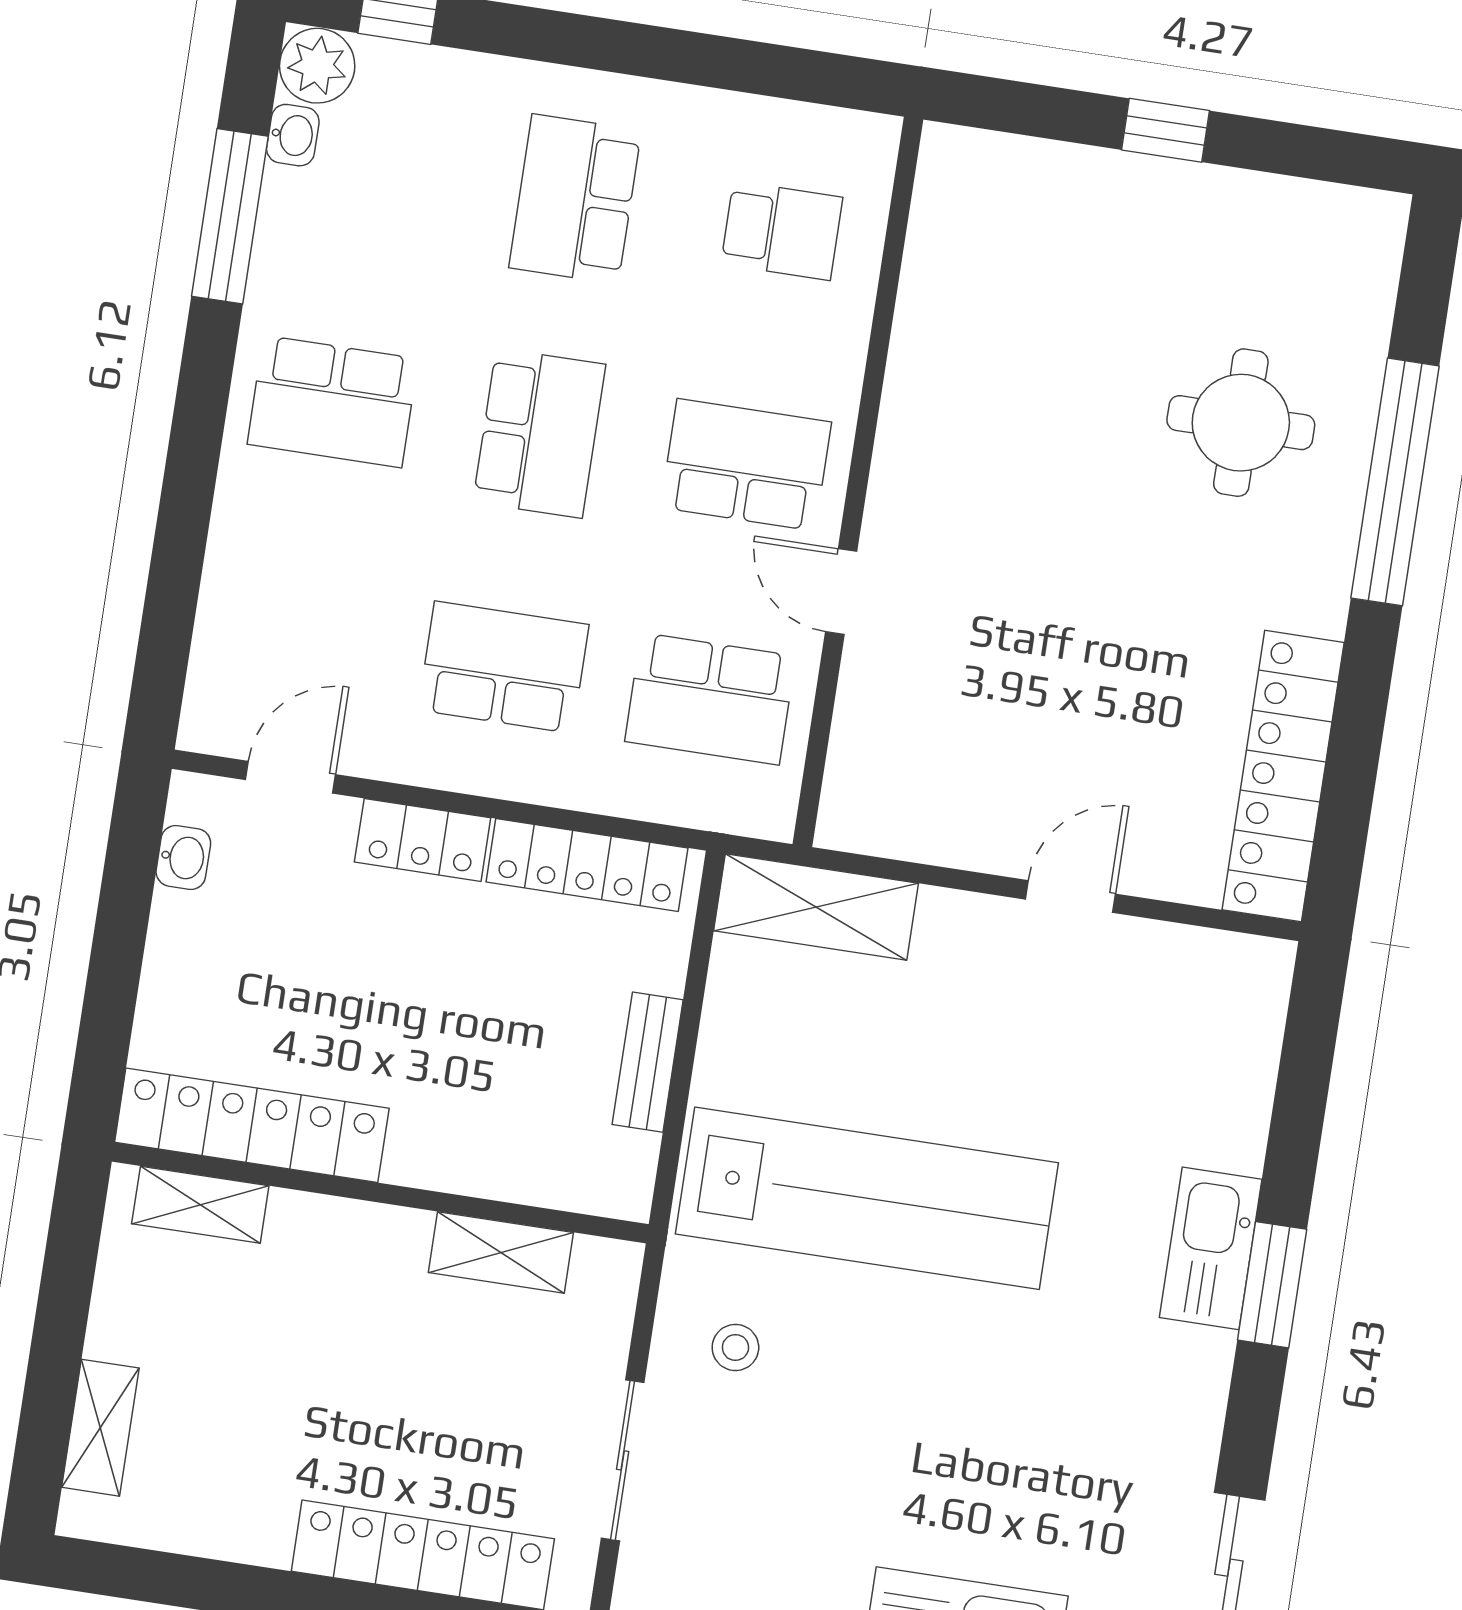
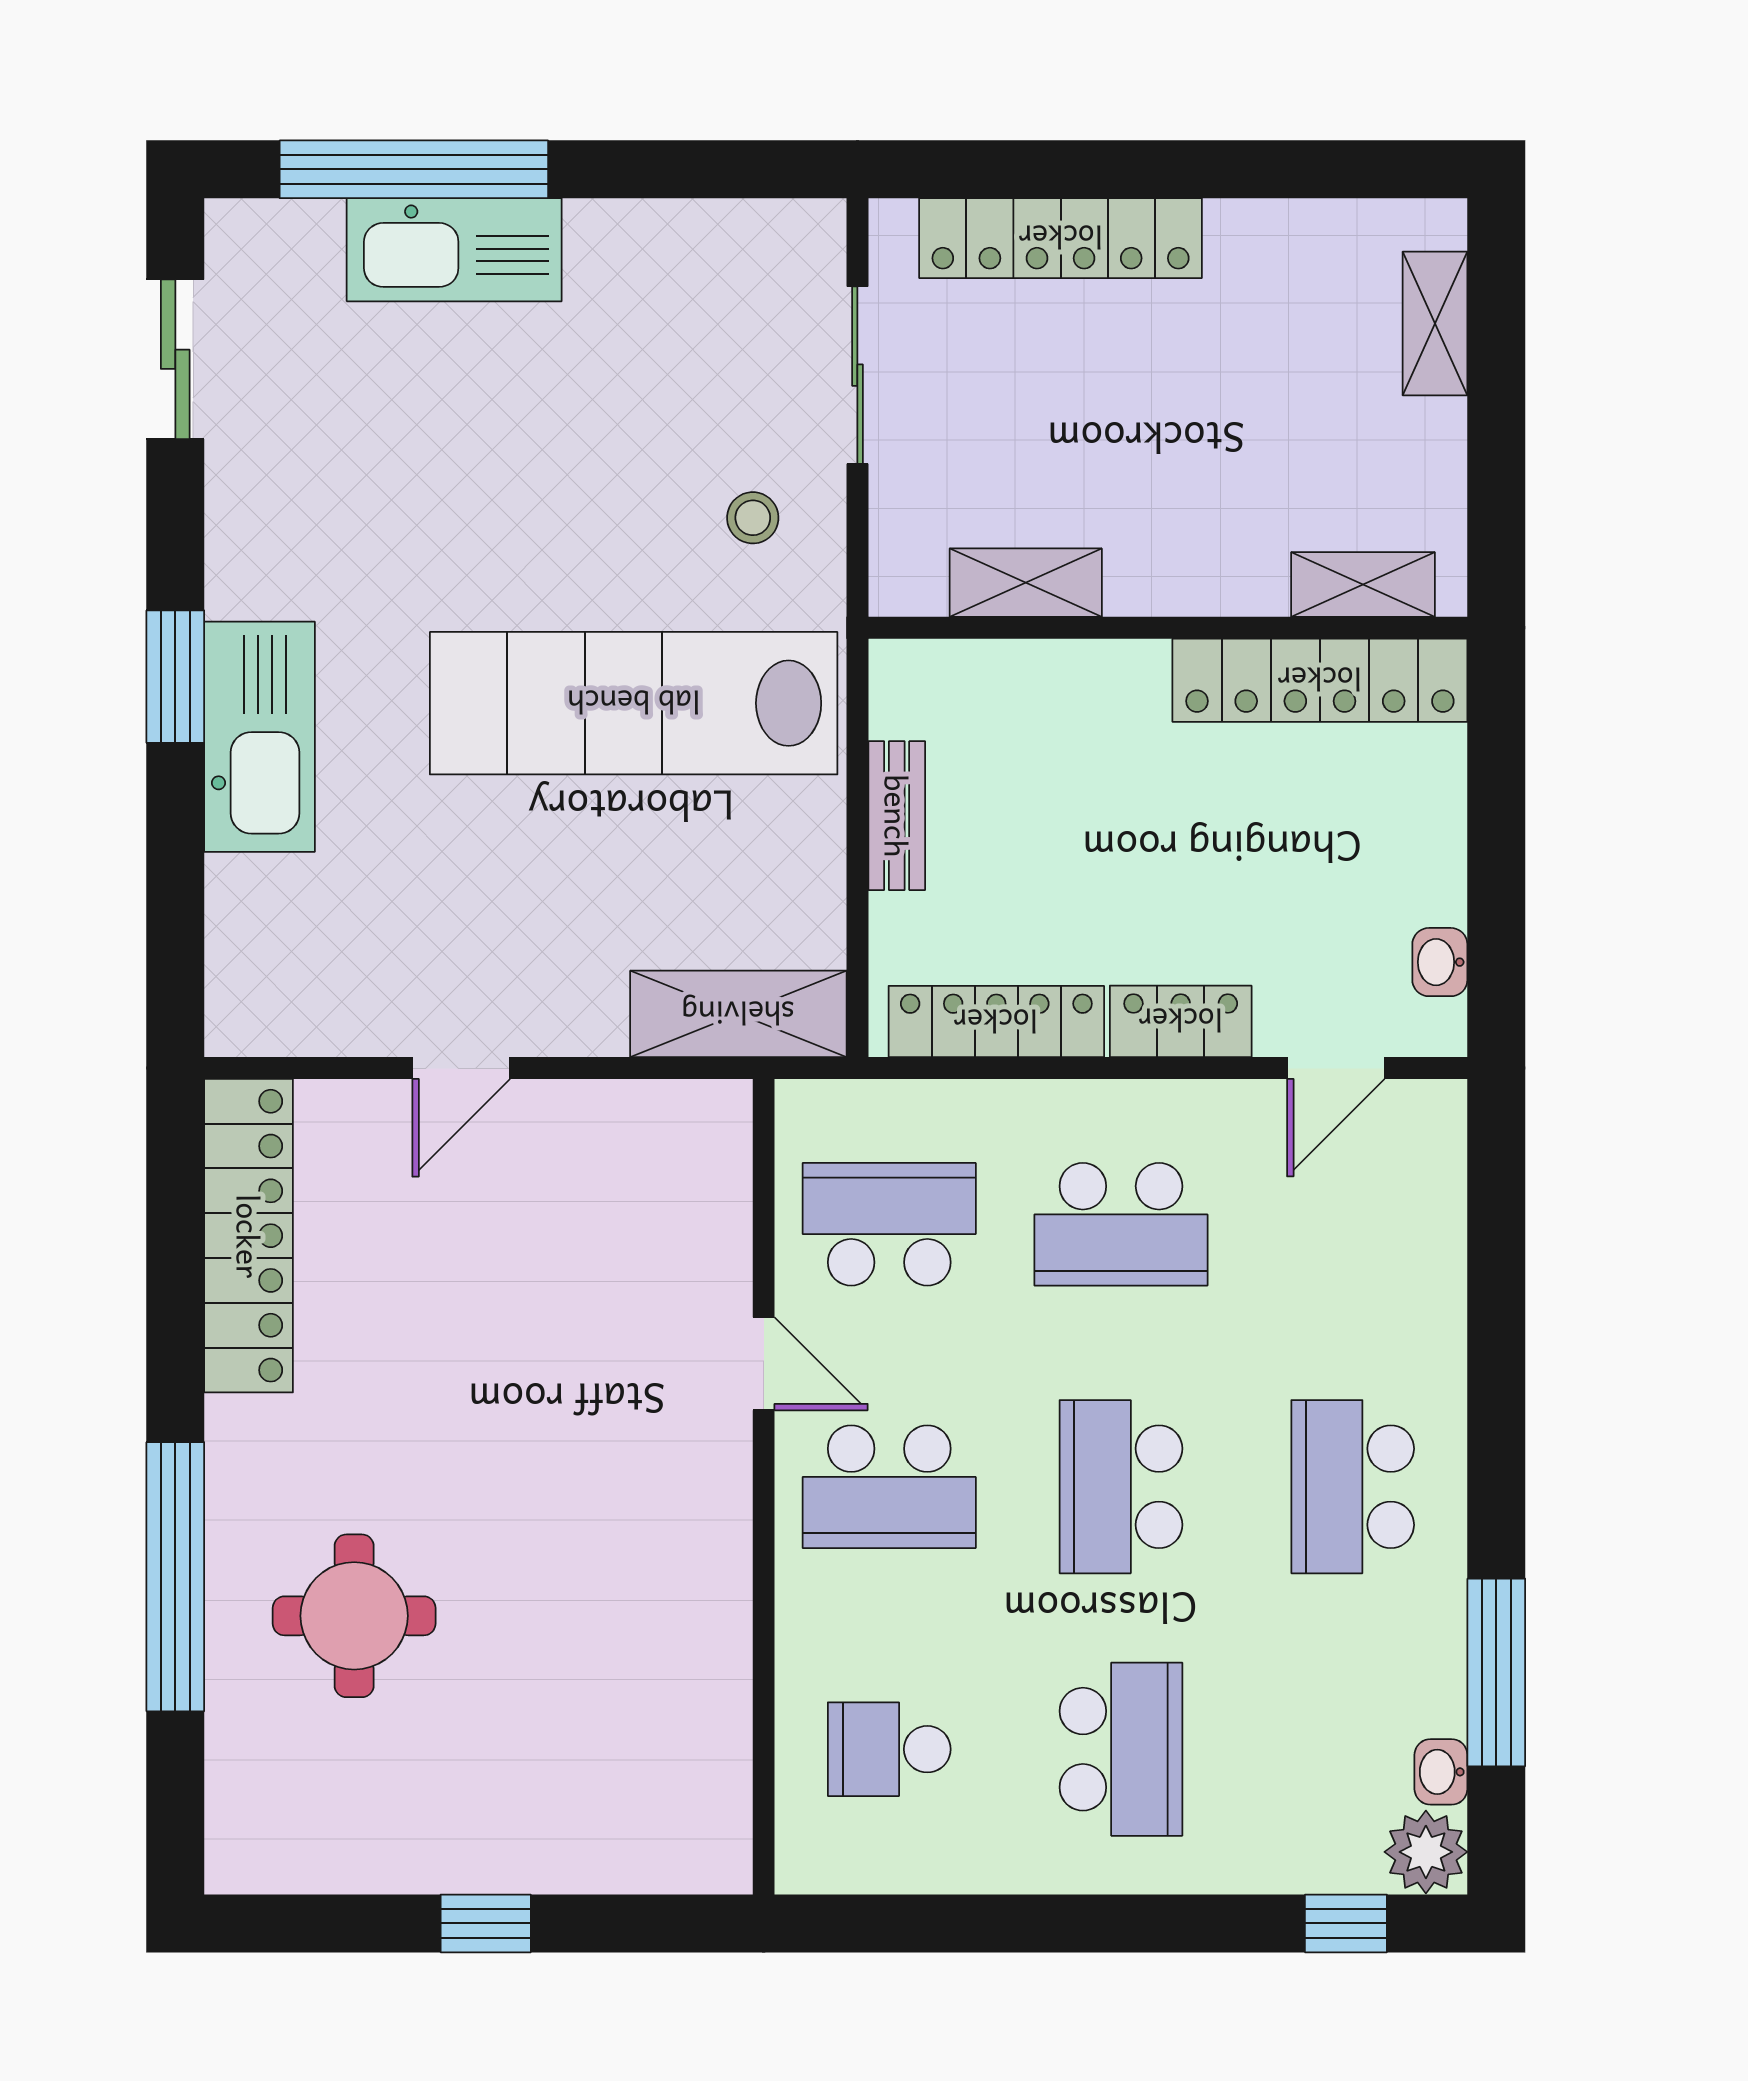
school desk: (333, 401) -> (1353, 1487), turned -90
kitchen sink: (1211, 1248) -> (259, 737), width x1.36, depth x1.24

